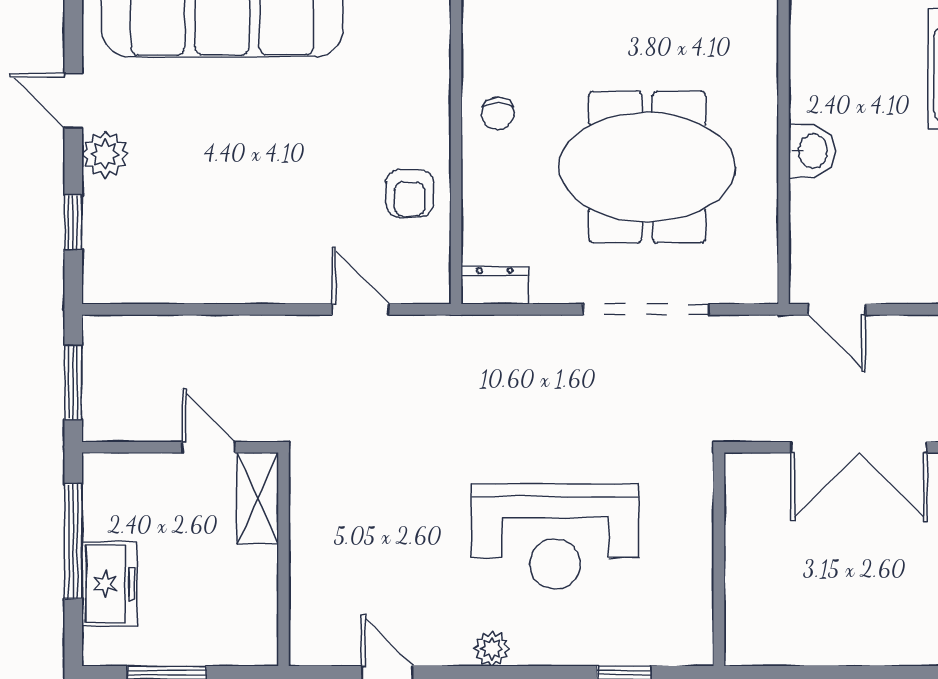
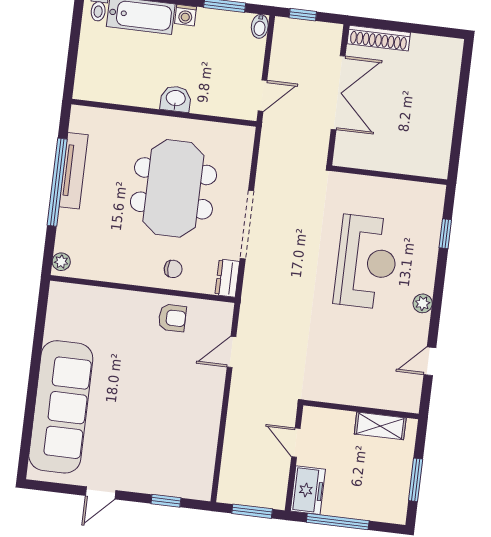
chair: (498, 113) -> (173, 269), moved
plant: (105, 154) -> (131, 479), removed
doorway: (646, 309) -> (247, 225), moved
door: (209, 447) -> (296, 443), hinge flipped
shelving: (258, 498) -> (380, 426), moved
freezer: (109, 584) -> (308, 490), moved, turned 90

